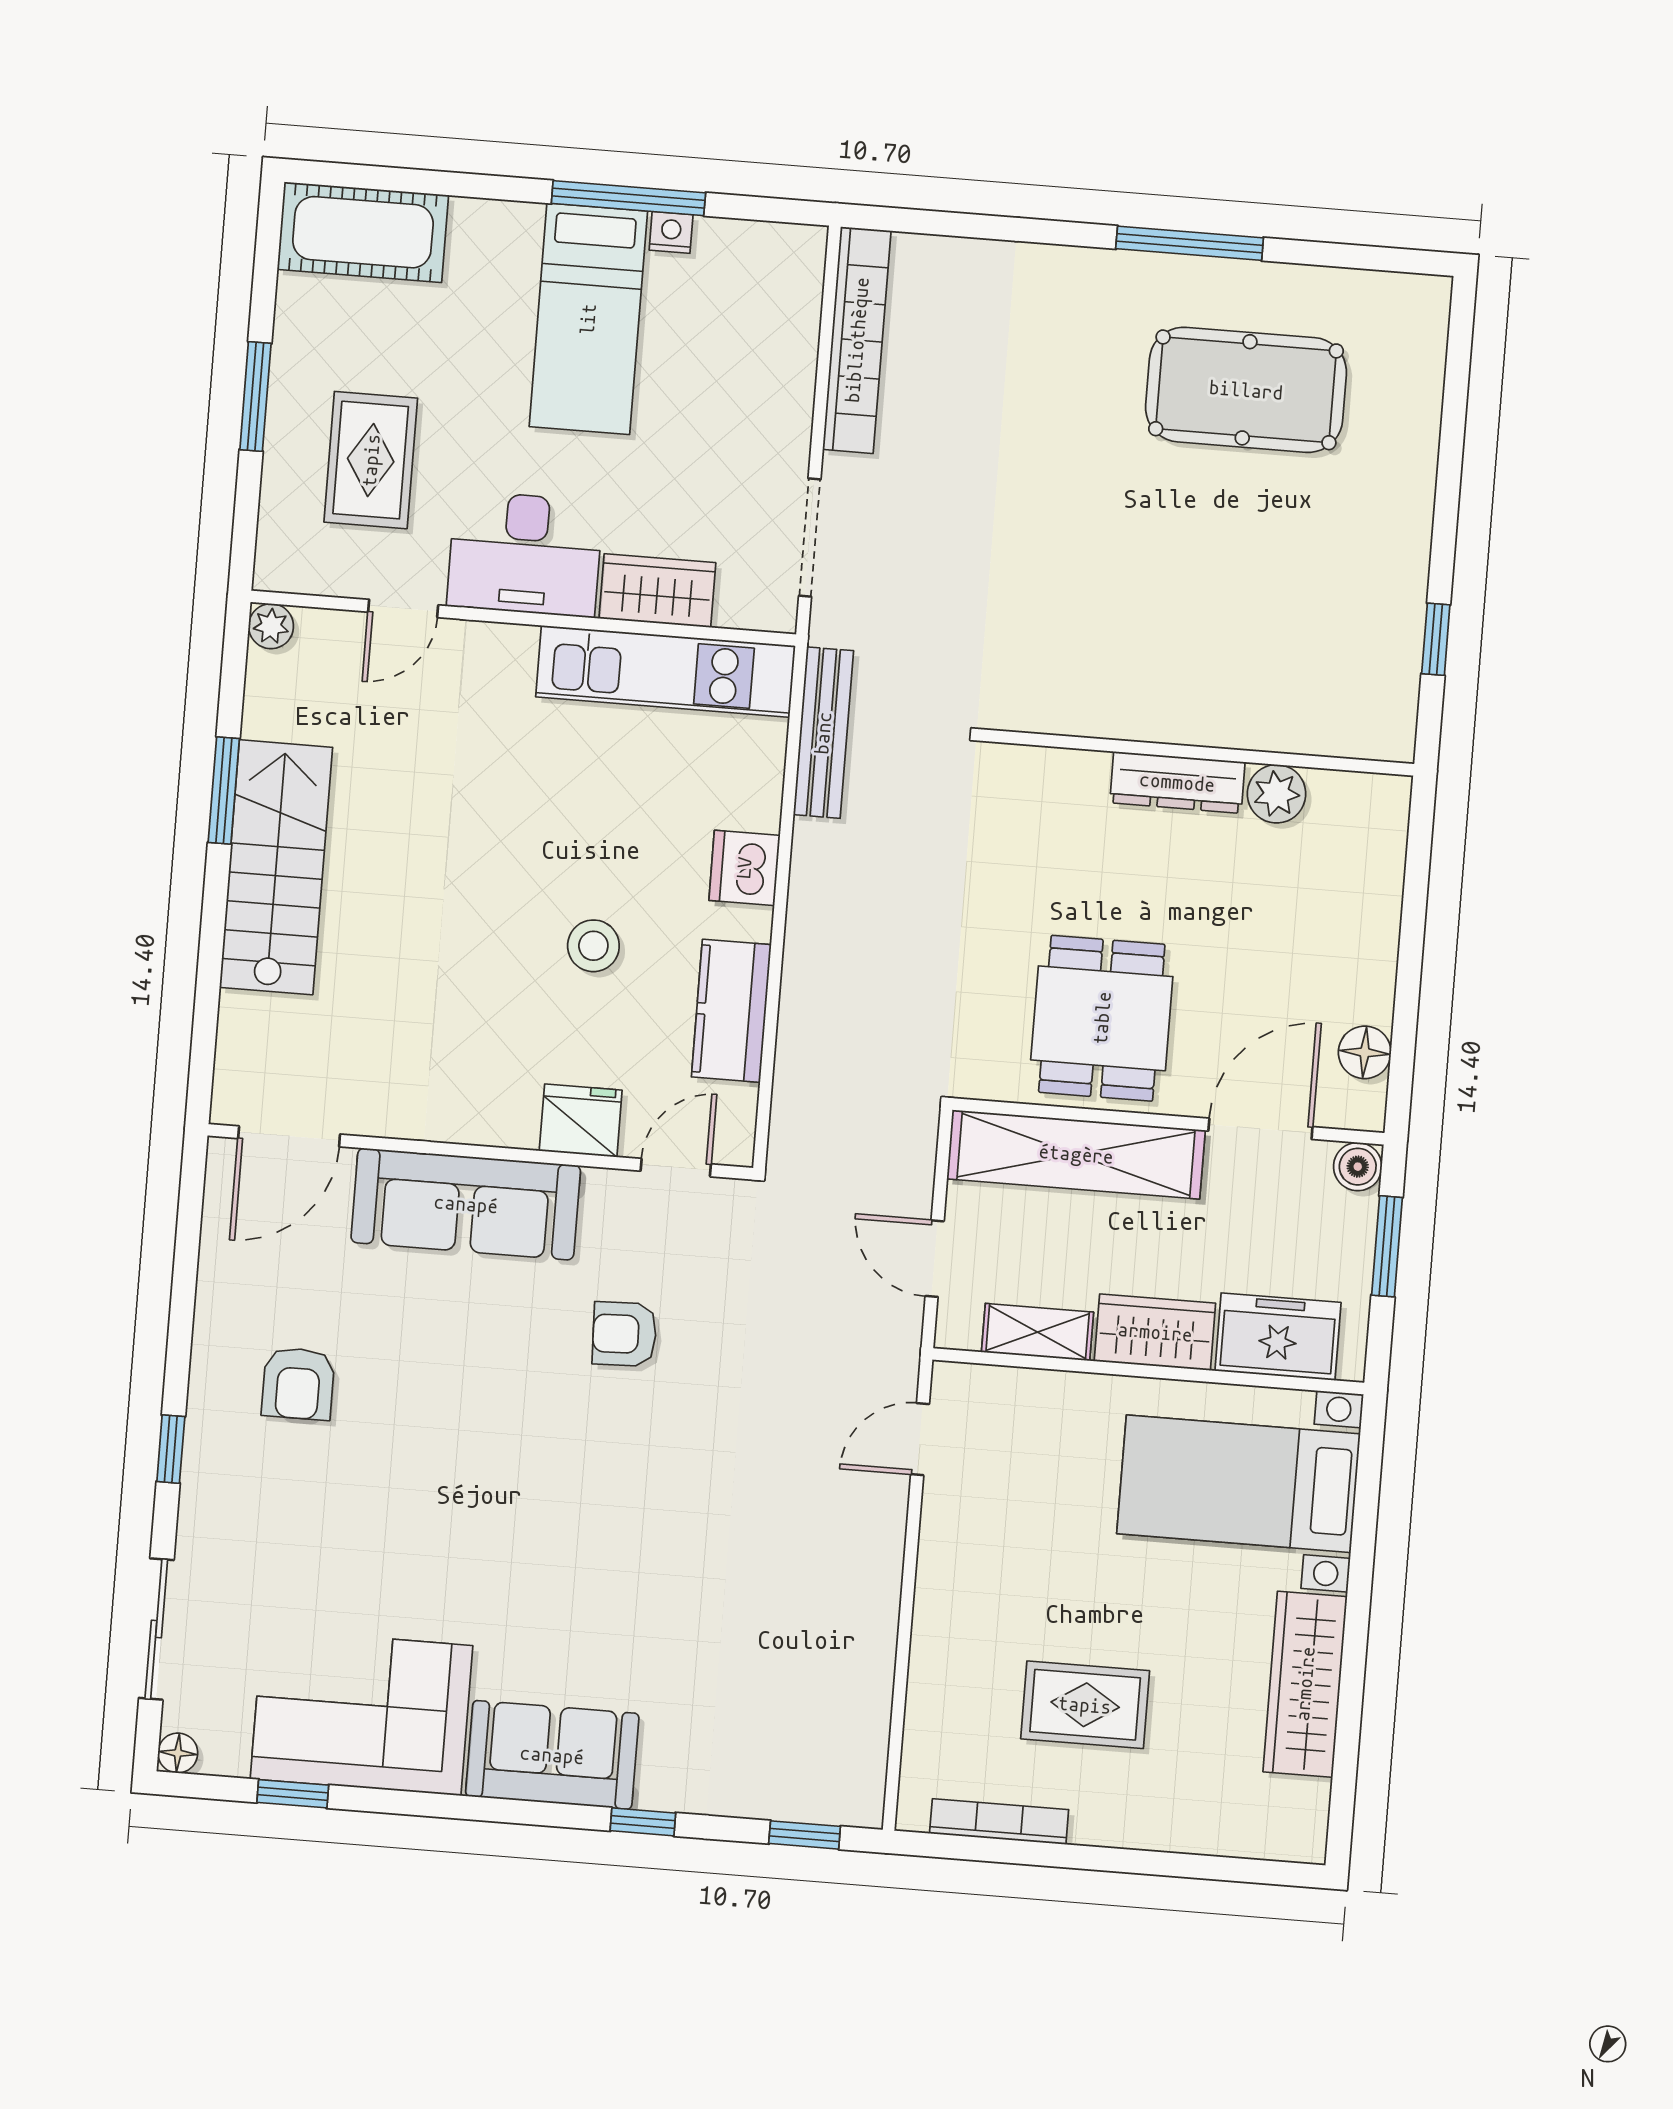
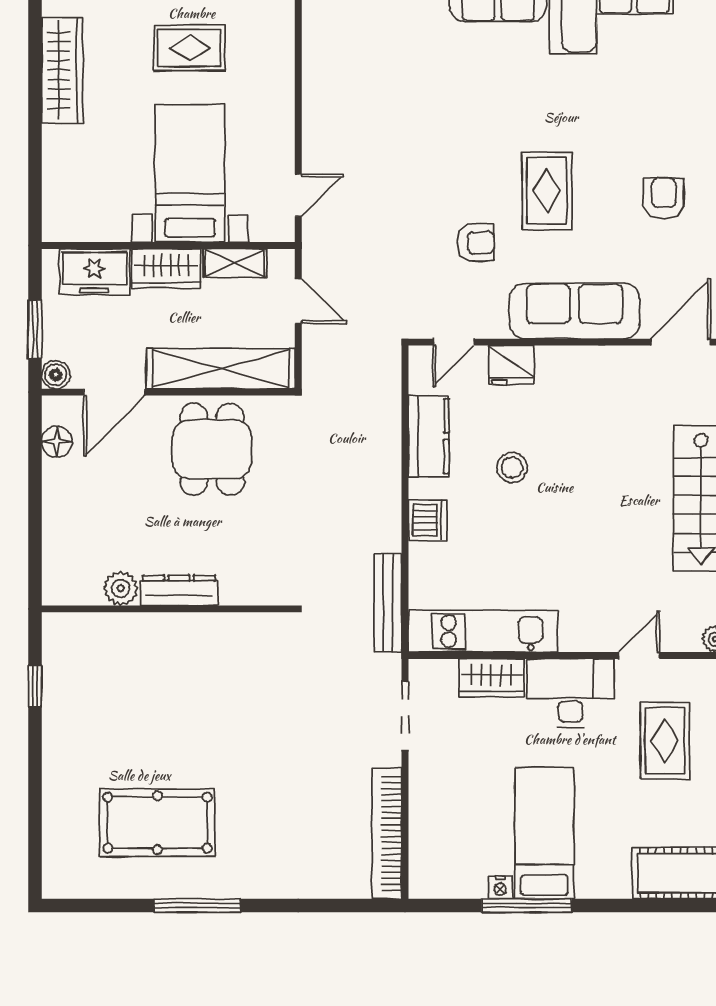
rug: (496, 1413) -> (547, 191), added
bed with nightstands: (1239, 1484) -> (190, 173), moved, turned -90

